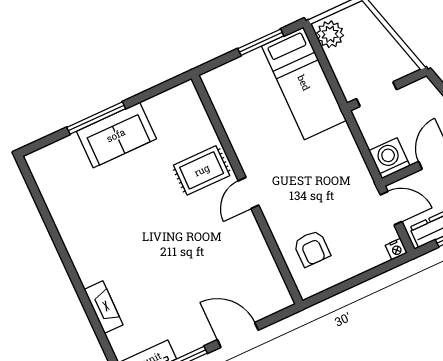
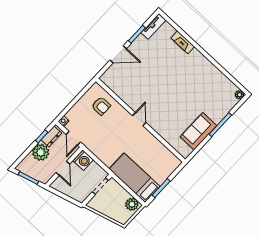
sofa: (116, 135) -> (198, 131), moved
plant: (35, 161) -> (240, 95), added
rug: (202, 170) -> (164, 121), removed
door: (391, 208) -> (73, 138), hinge flipped
armchair: (312, 248) -> (101, 106), turned 180

